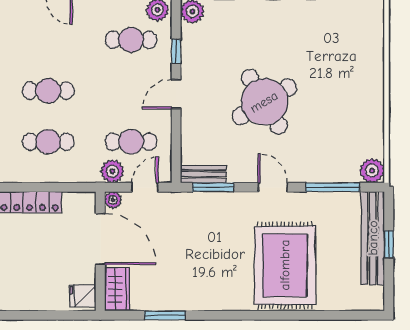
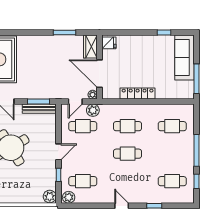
bench: (203, 174) -> (39, 109), width x1.36

